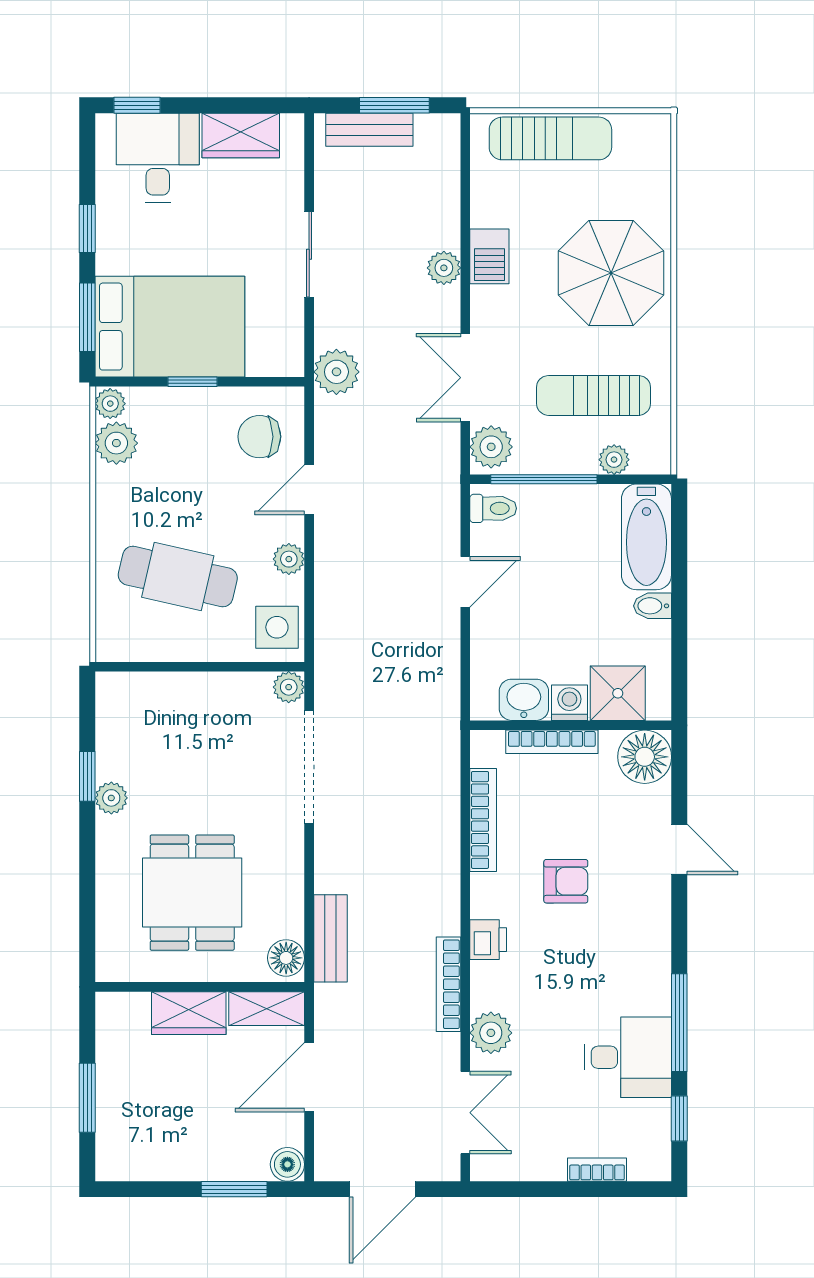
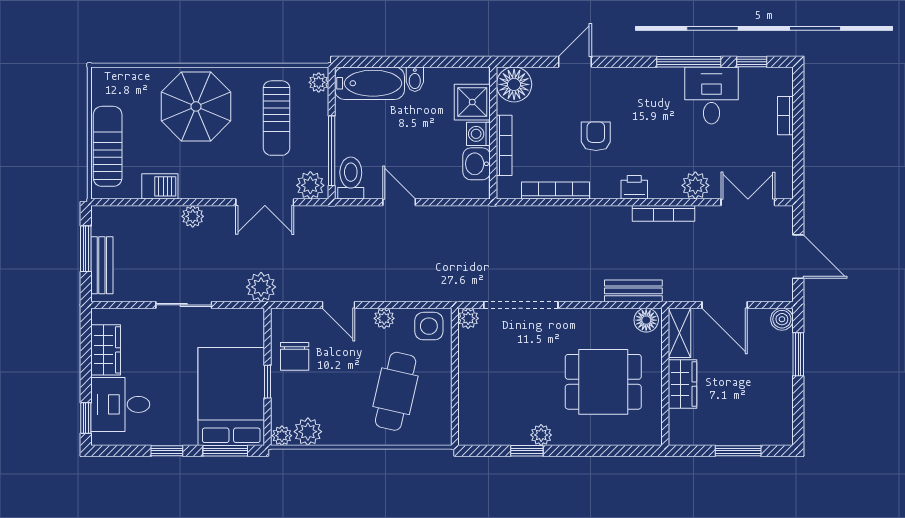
barbecue: (489, 256) -> (160, 186), moved
chair: (259, 437) -> (295, 356), moved
plant: (614, 460) -> (319, 82), moved
toilet: (493, 508) -> (351, 178), width x1.37, depth x1.39

